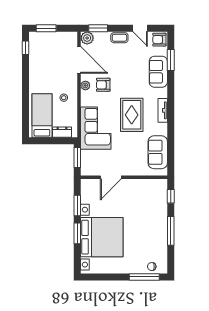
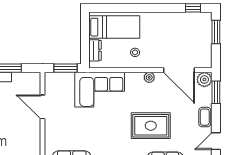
door: (79, 60) -> (179, 70), hinge flipped
armchair: (103, 85) -> (150, 98), removed
rug: (132, 115) -> (151, 126), moved

